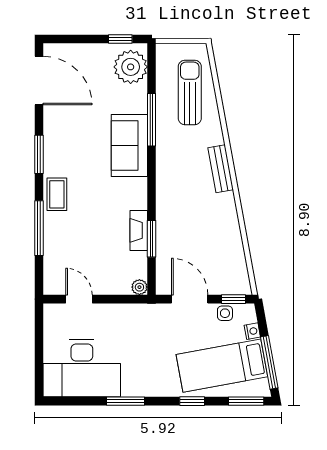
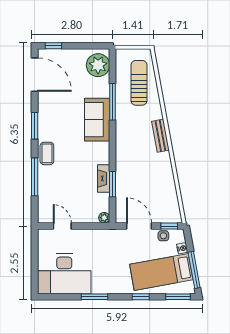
window: (120, 39) -> (53, 46), moved

